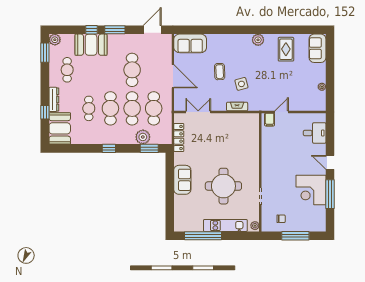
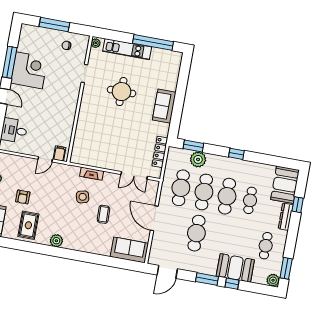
armchair: (296, 74) -> (23, 197), added
round table: (223, 186) -> (122, 92), width x0.73, depth x0.73

